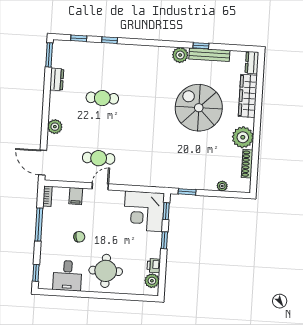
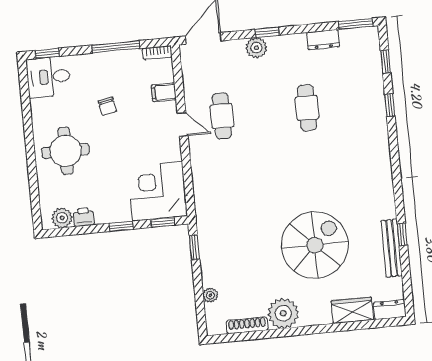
plant: (180, 55) -> (385, 207), removed
wardrobe: (248, 96) -> (352, 310), width x0.67
window: (45, 117) -> (267, 32), added
desk: (67, 276) -> (48, 77), moved

